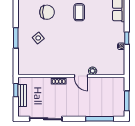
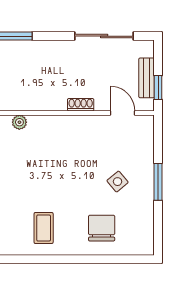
chair: (47, 12) -> (102, 228), turned 90
door: (81, 76) -> (122, 113), moved

